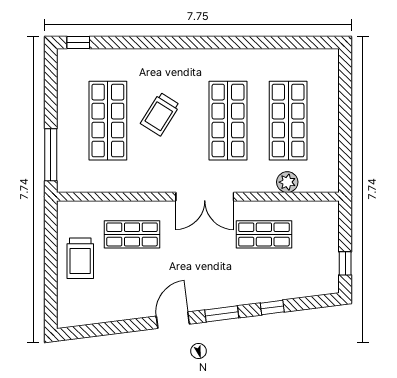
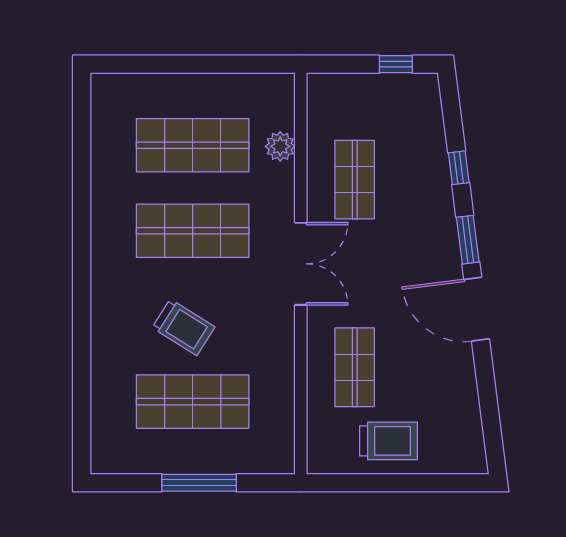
window: (78, 43) -> (82, 444), removed
window: (51, 155) -> (199, 483), moved
door: (173, 320) -> (477, 309), width x1.36

